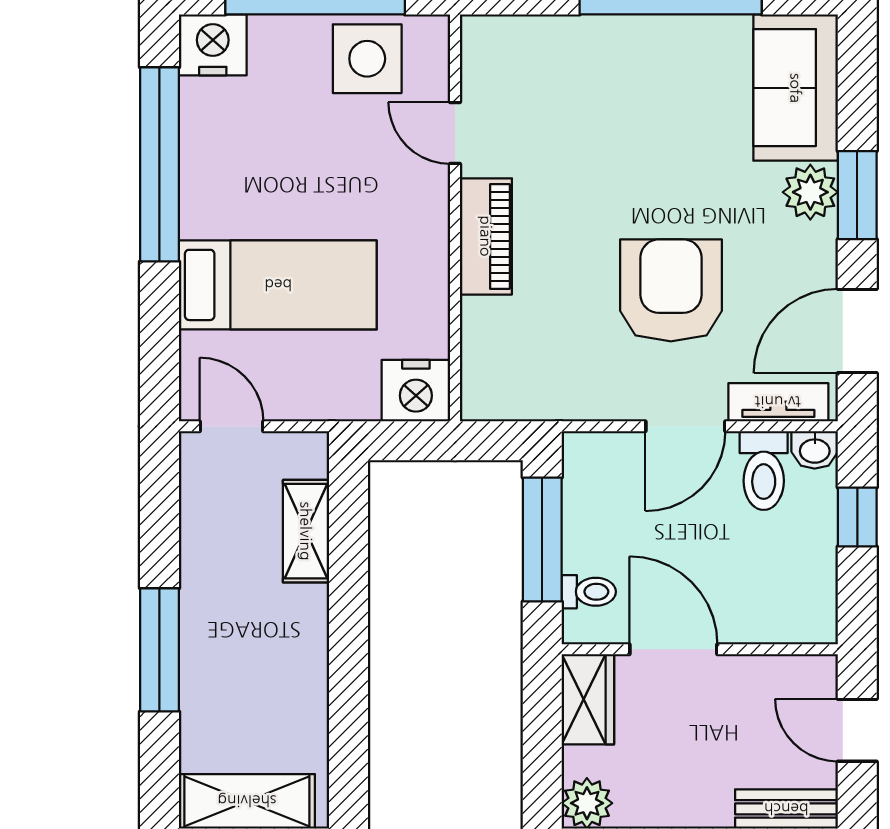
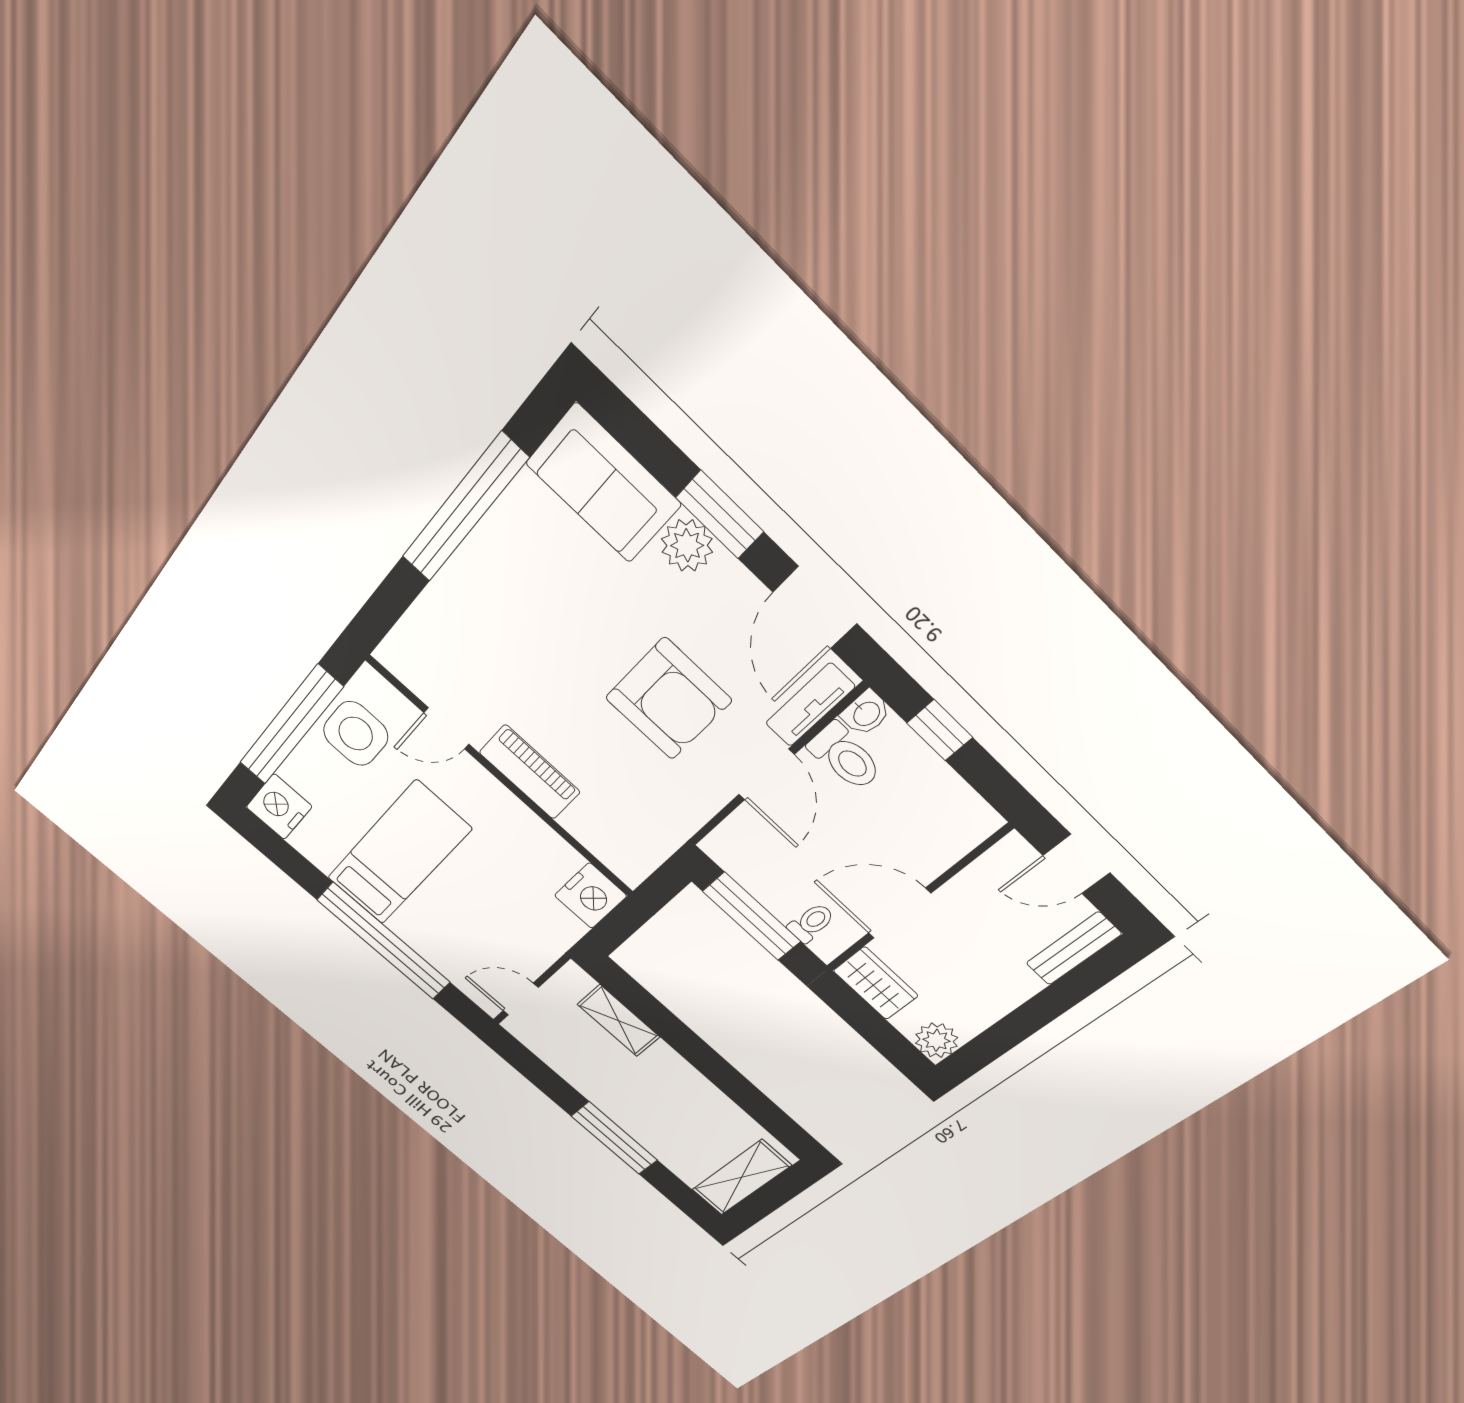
window: (159, 164) -> (384, 941), moved
bed: (278, 285) -> (399, 853), moved
armchair: (671, 290) -> (668, 699), turned 180

